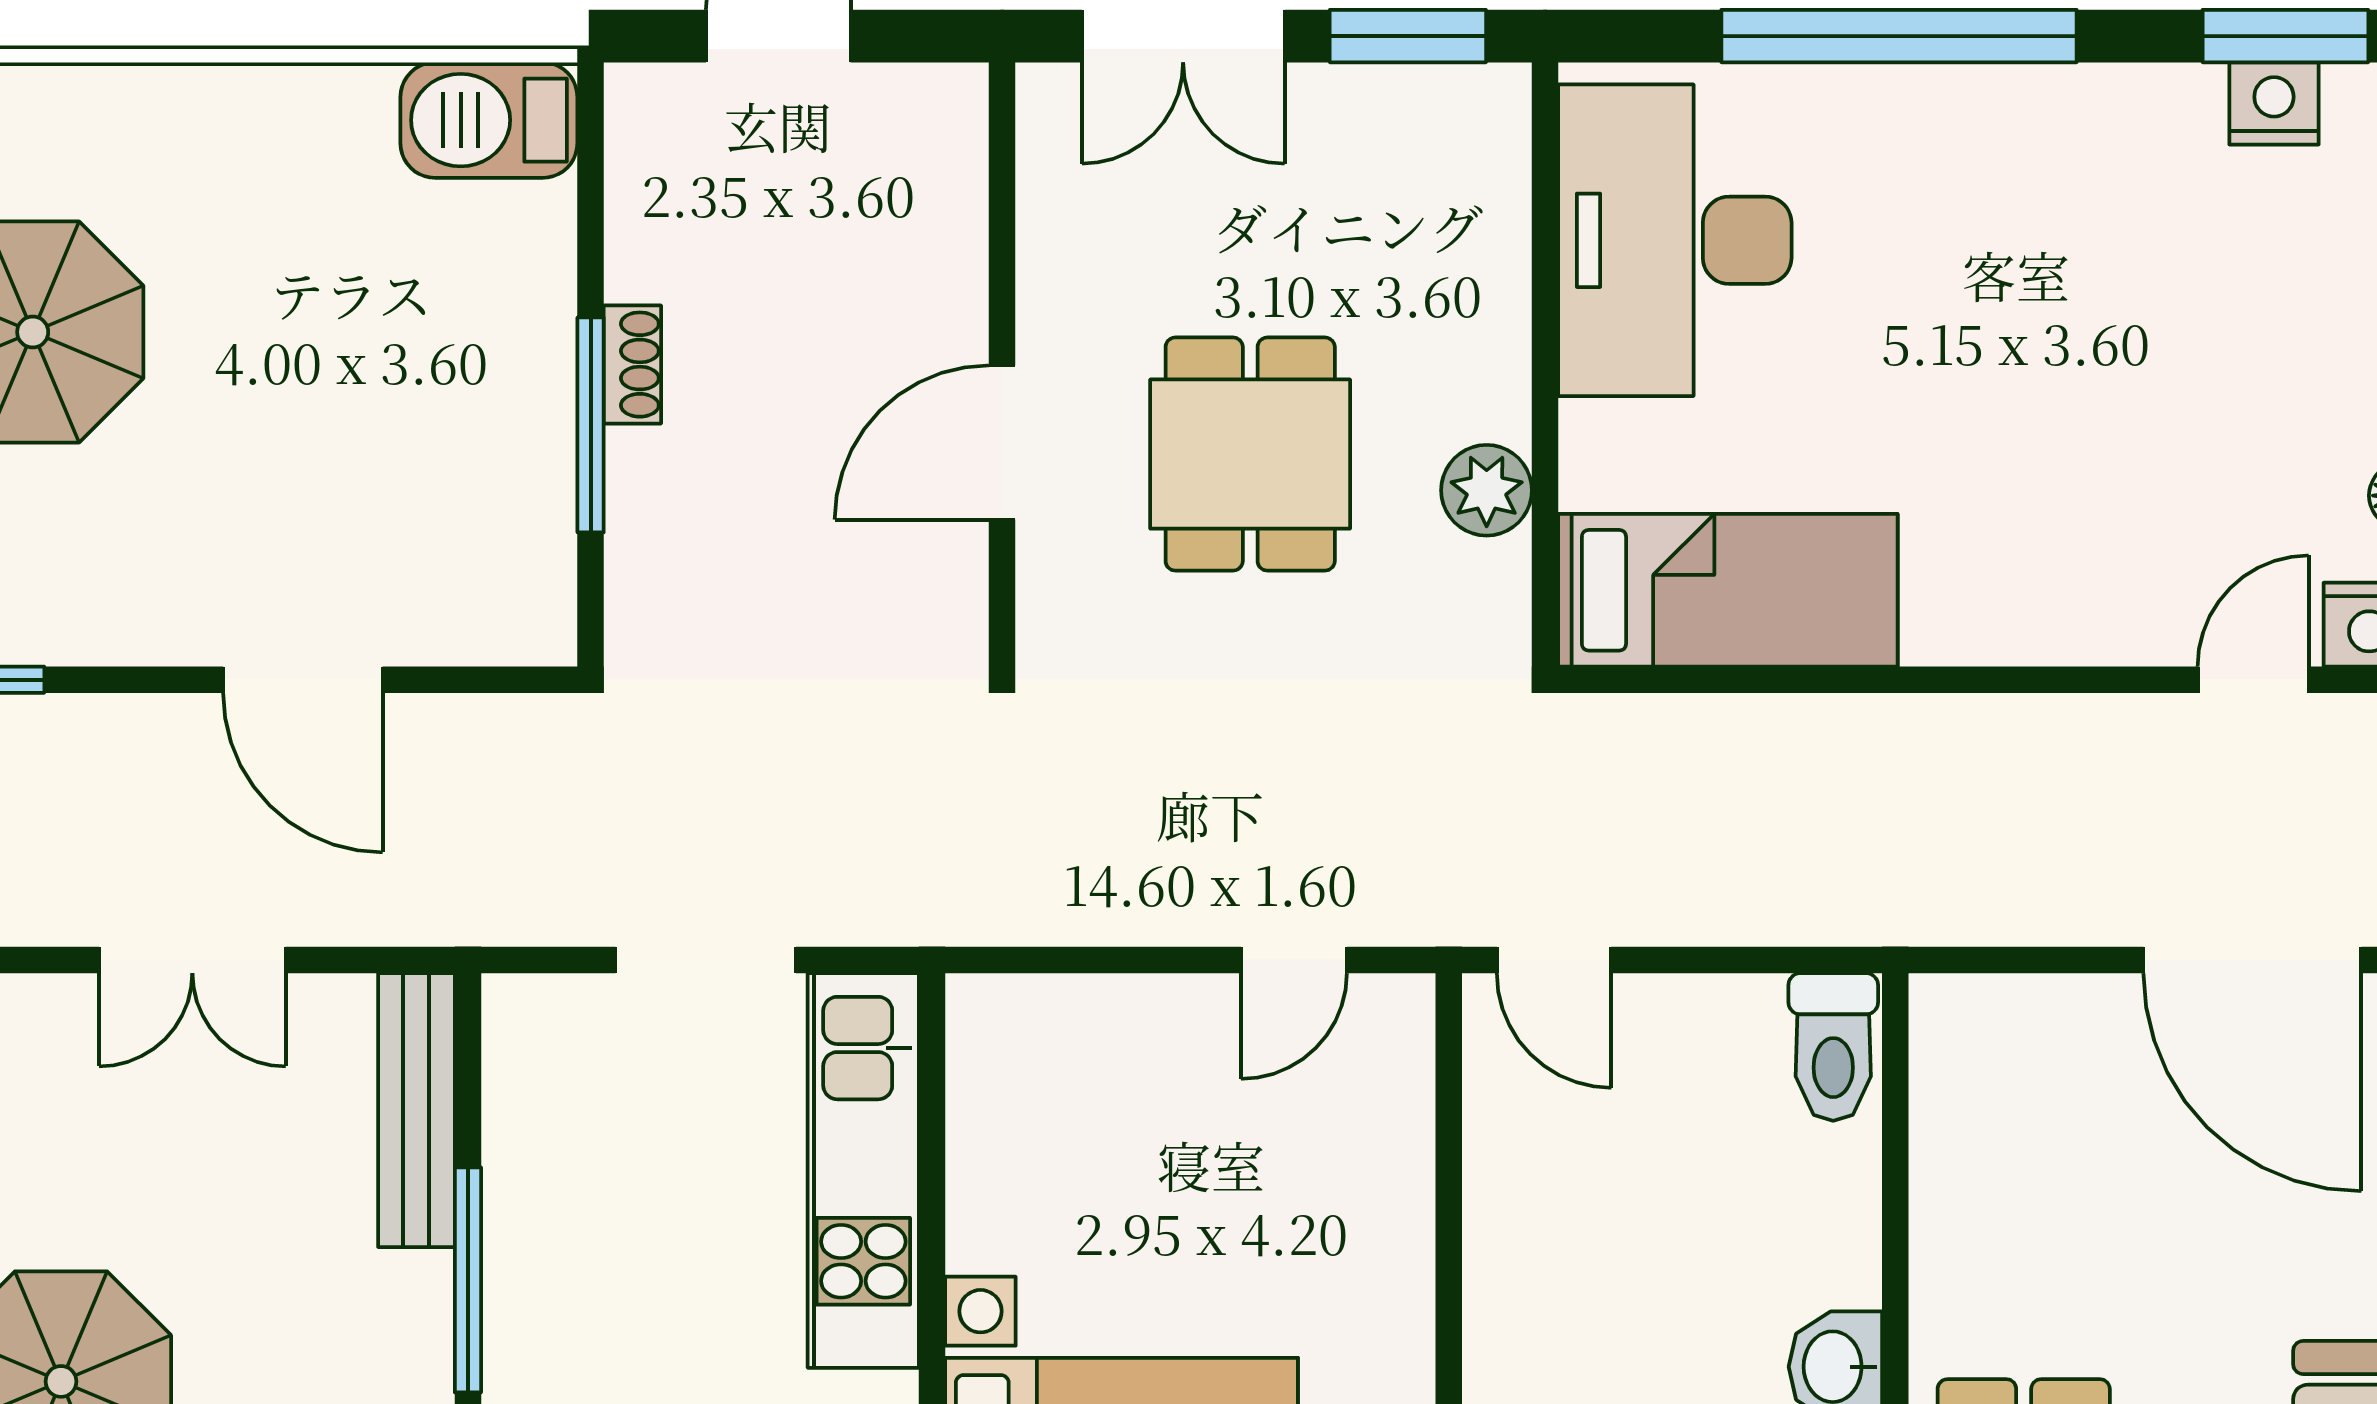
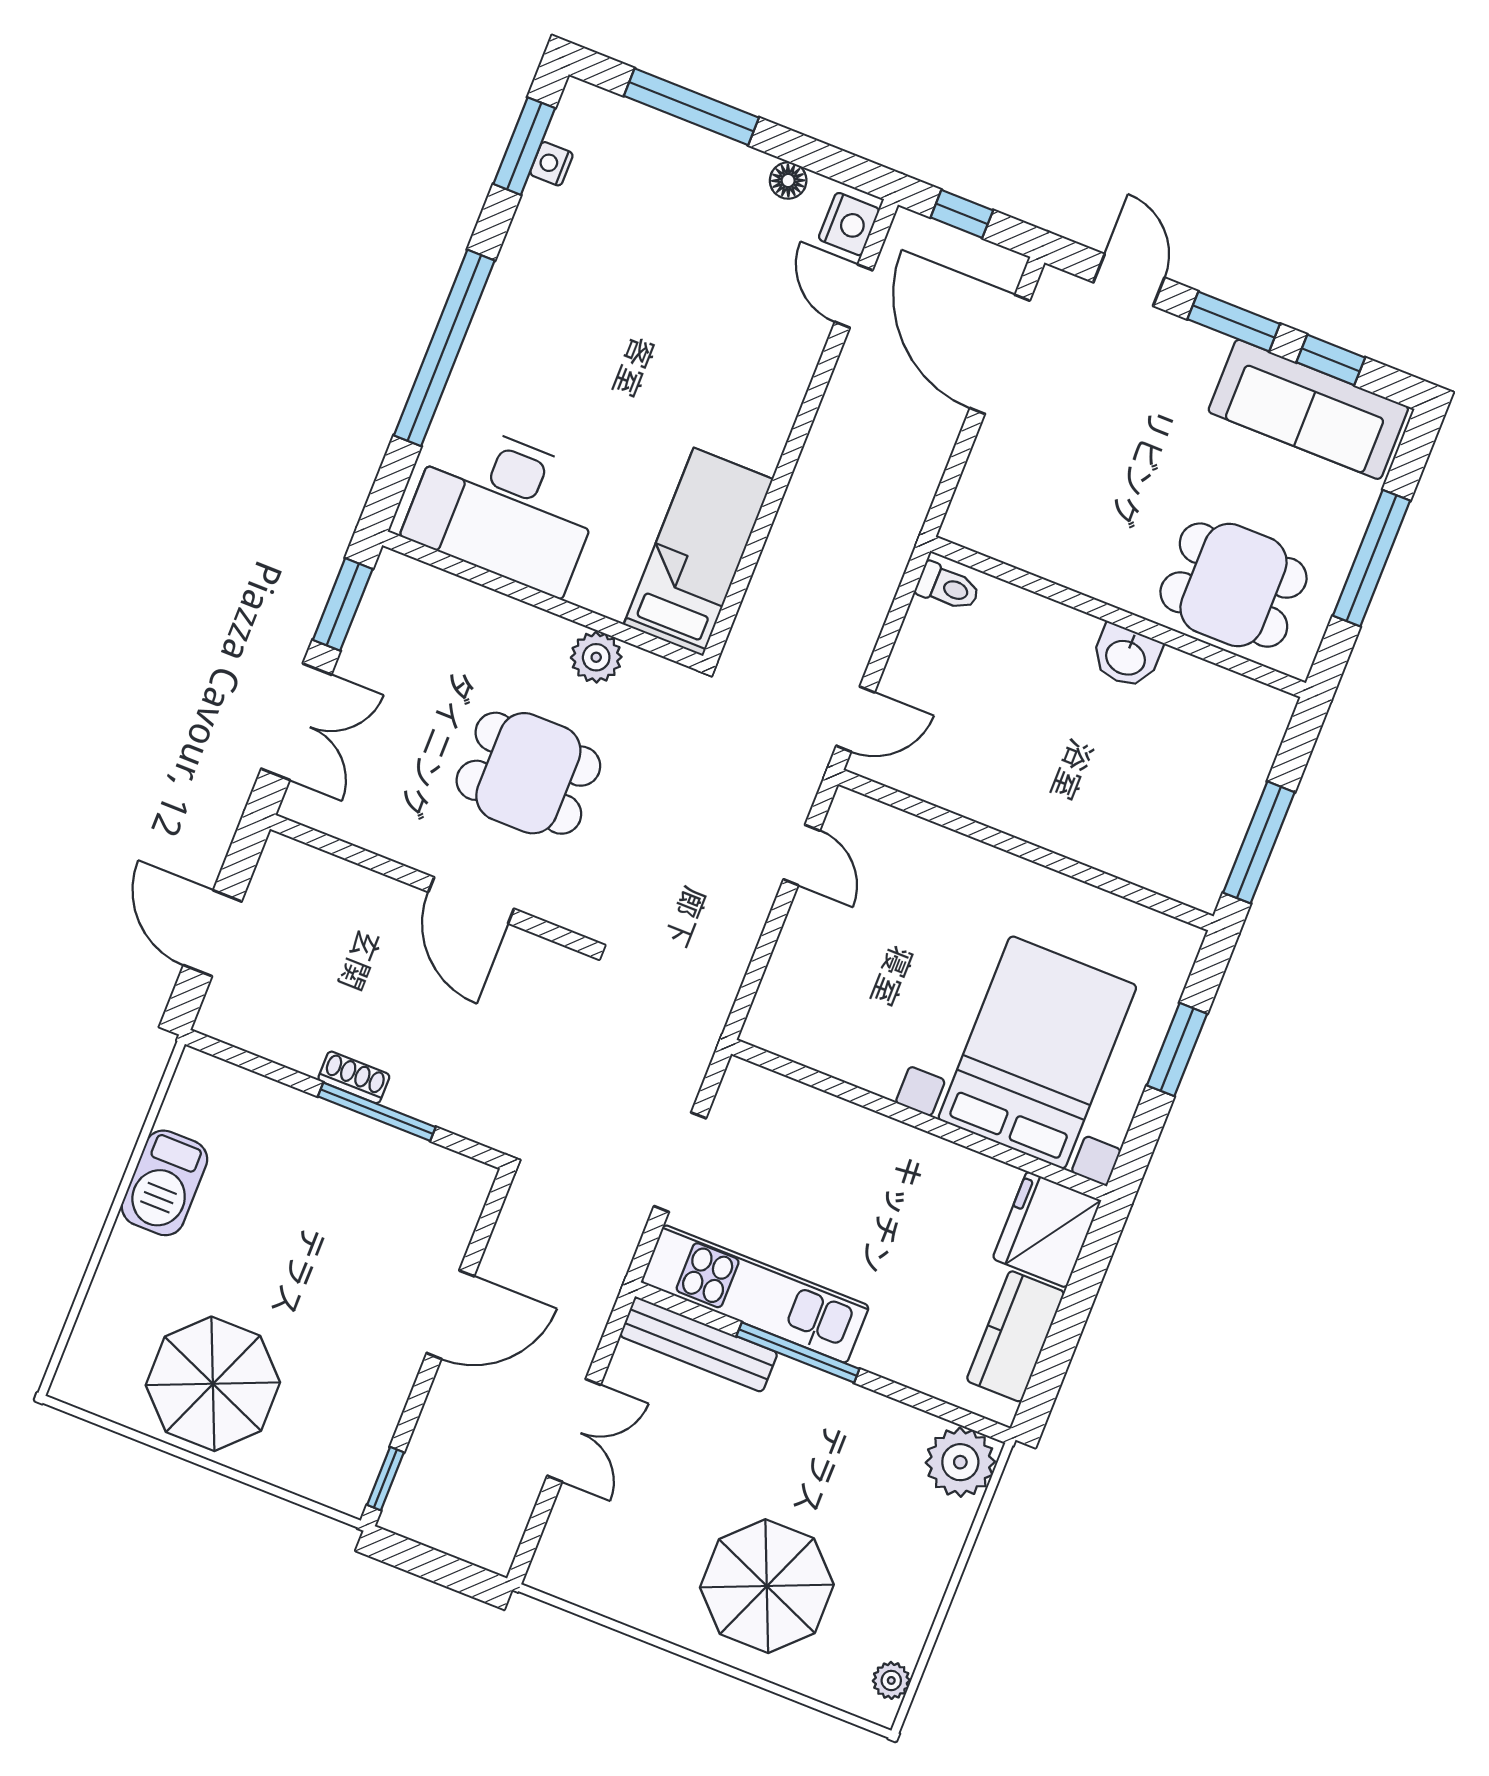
nightstand: (2274, 103) -> (551, 164), width x0.72, depth x0.74
barbecue: (489, 120) -> (164, 1183), moved
door: (2252, 960) -> (1000, 354), swing flipped
toilet: (1833, 1047) -> (948, 587), width x0.73, depth x0.72
kitchen unit: (863, 1170) -> (755, 1294), moved, turned 180

